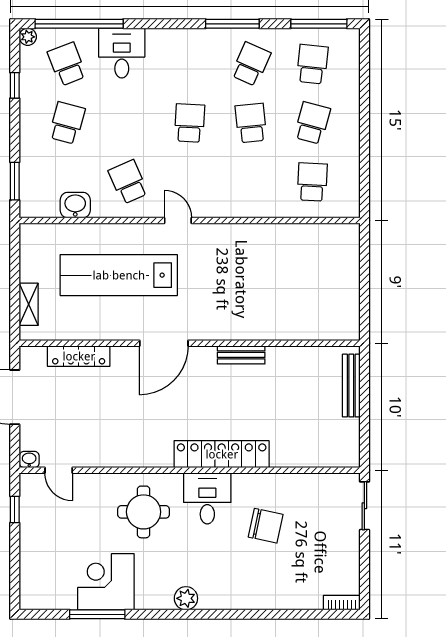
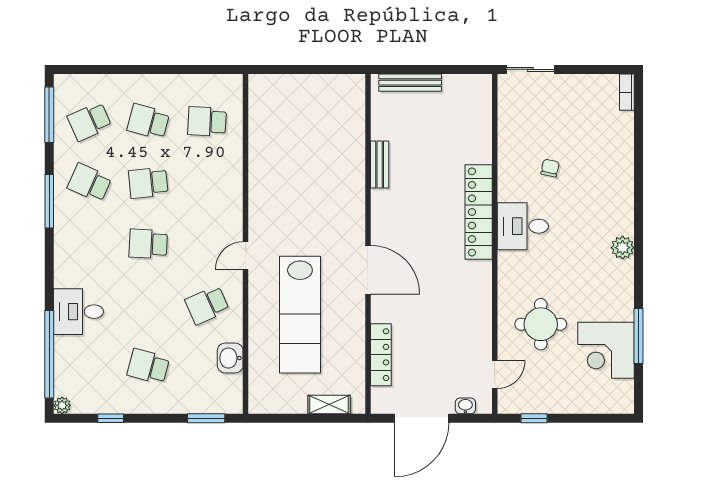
school desk: (67, 64) -> (89, 366), removed
school desk: (312, 64) -> (89, 122), turned -30
bench: (241, 355) -> (380, 165), moved
washbasin: (29, 459) -> (465, 406), moved, turned 90
round table: (144, 512) -> (541, 324), moved
chair: (266, 526) -> (550, 168), width x0.54, depth x0.54
corner desk: (106, 582) -> (606, 350), moved

